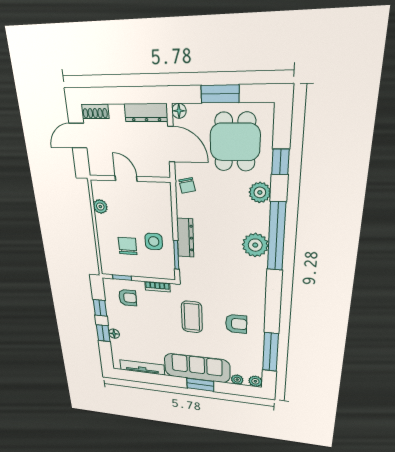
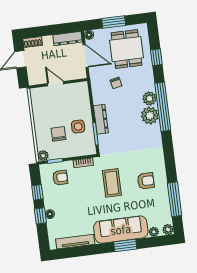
chair: (187, 185) -> (116, 83), moved
plant: (260, 192) -> (150, 98), moved
plant: (100, 207) -> (43, 156), moved

